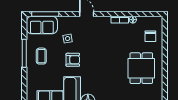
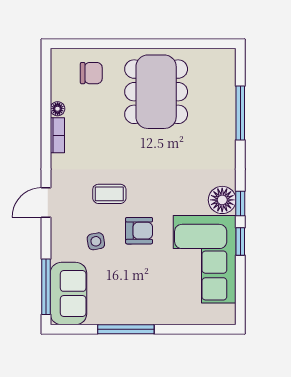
coffee table: (41, 56) -> (109, 194), moved
armchair: (73, 60) -> (139, 231), turned 90
dining table: (141, 68) -> (156, 92), width x1.37

